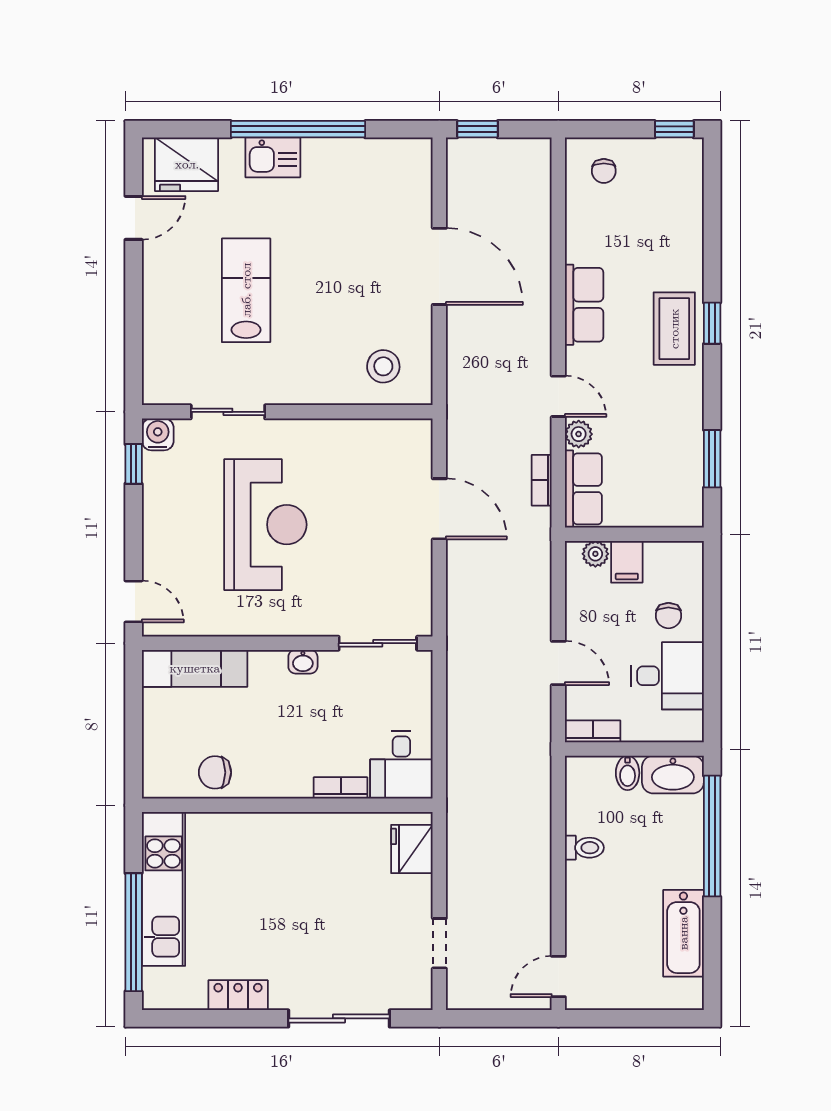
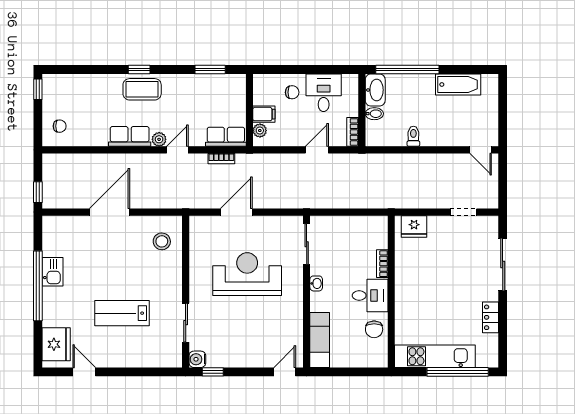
kitchen sink: (273, 157) -> (53, 272), moved
plant: (579, 434) -> (159, 139), moved
reception desk: (265, 525) -> (247, 274), moved
desk: (401, 765) -> (370, 296), moved

